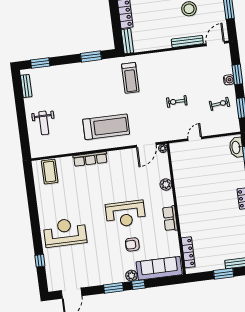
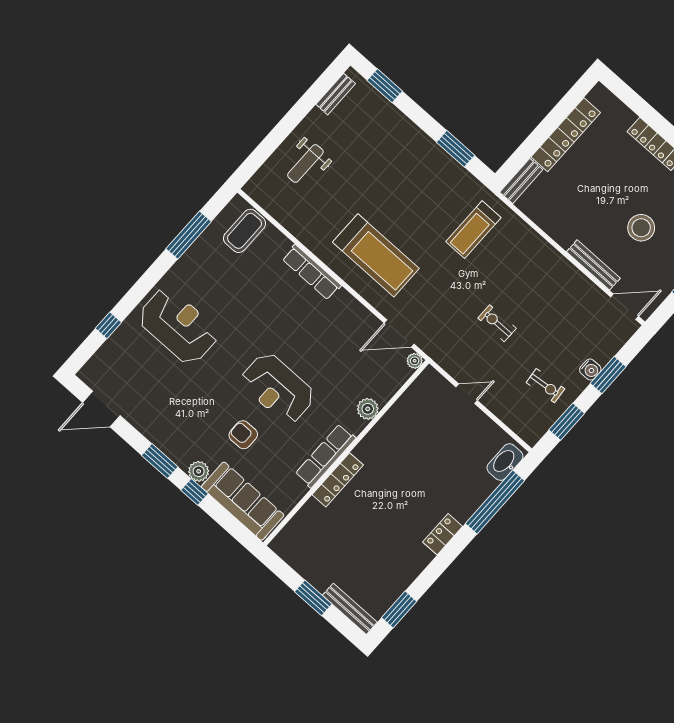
window: (32, 196) -> (189, 235), added
row of seats: (170, 218) -> (325, 456), width x1.48
locker: (188, 252) -> (338, 480), moved

